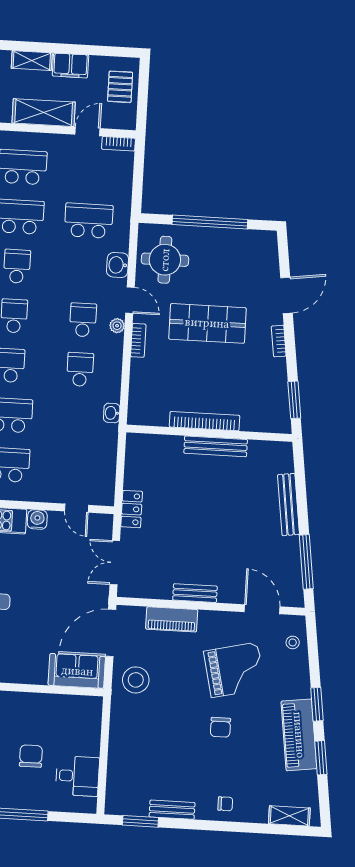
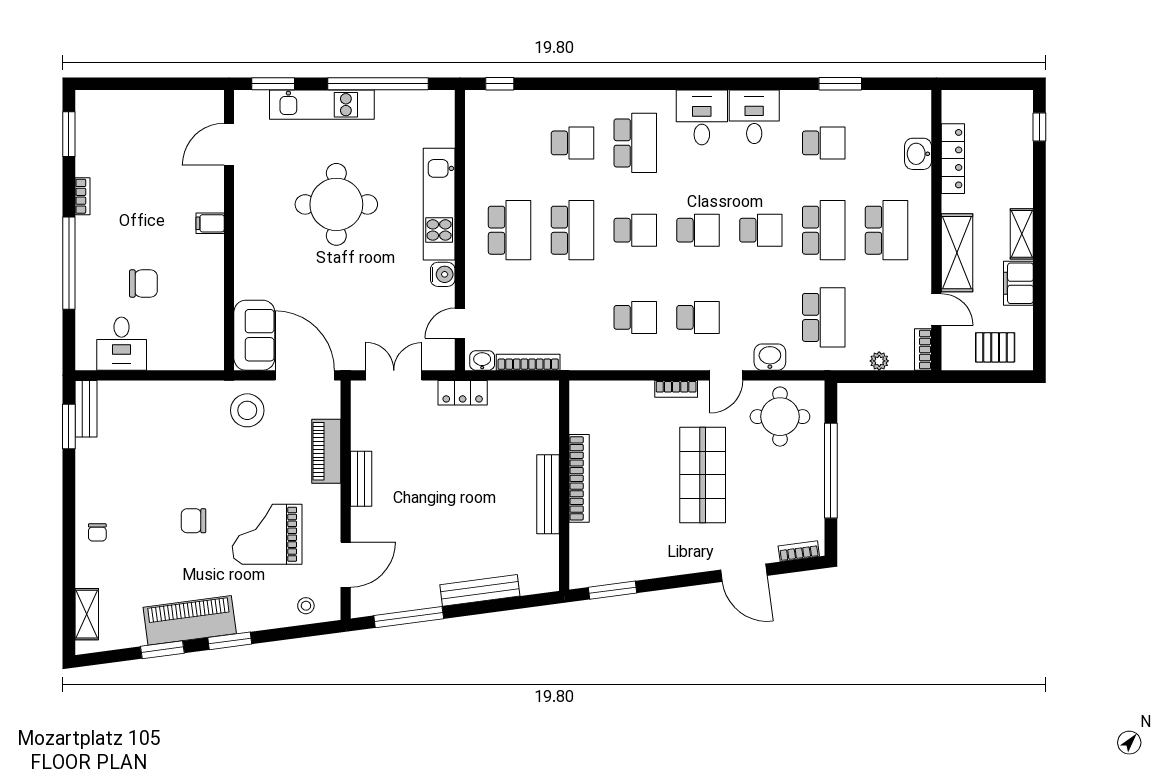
plant: (117, 326) -> (879, 361), moved
bookcase: (279, 341) -> (799, 551), moved
washbasin: (112, 413) -> (482, 360), moved
bookcase: (111, 456) -> (528, 362), added
grand piano: (234, 670) -> (267, 534), turned 103
bench: (172, 810) -> (86, 409), moved

